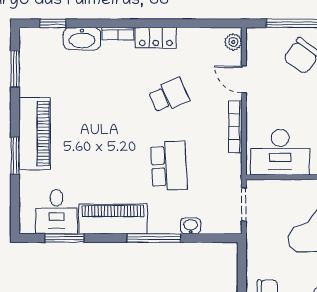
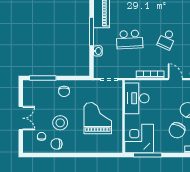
door: (244, 79) -> (175, 79), hinge flipped
school desk: (169, 96) -> (167, 39), turned 48

